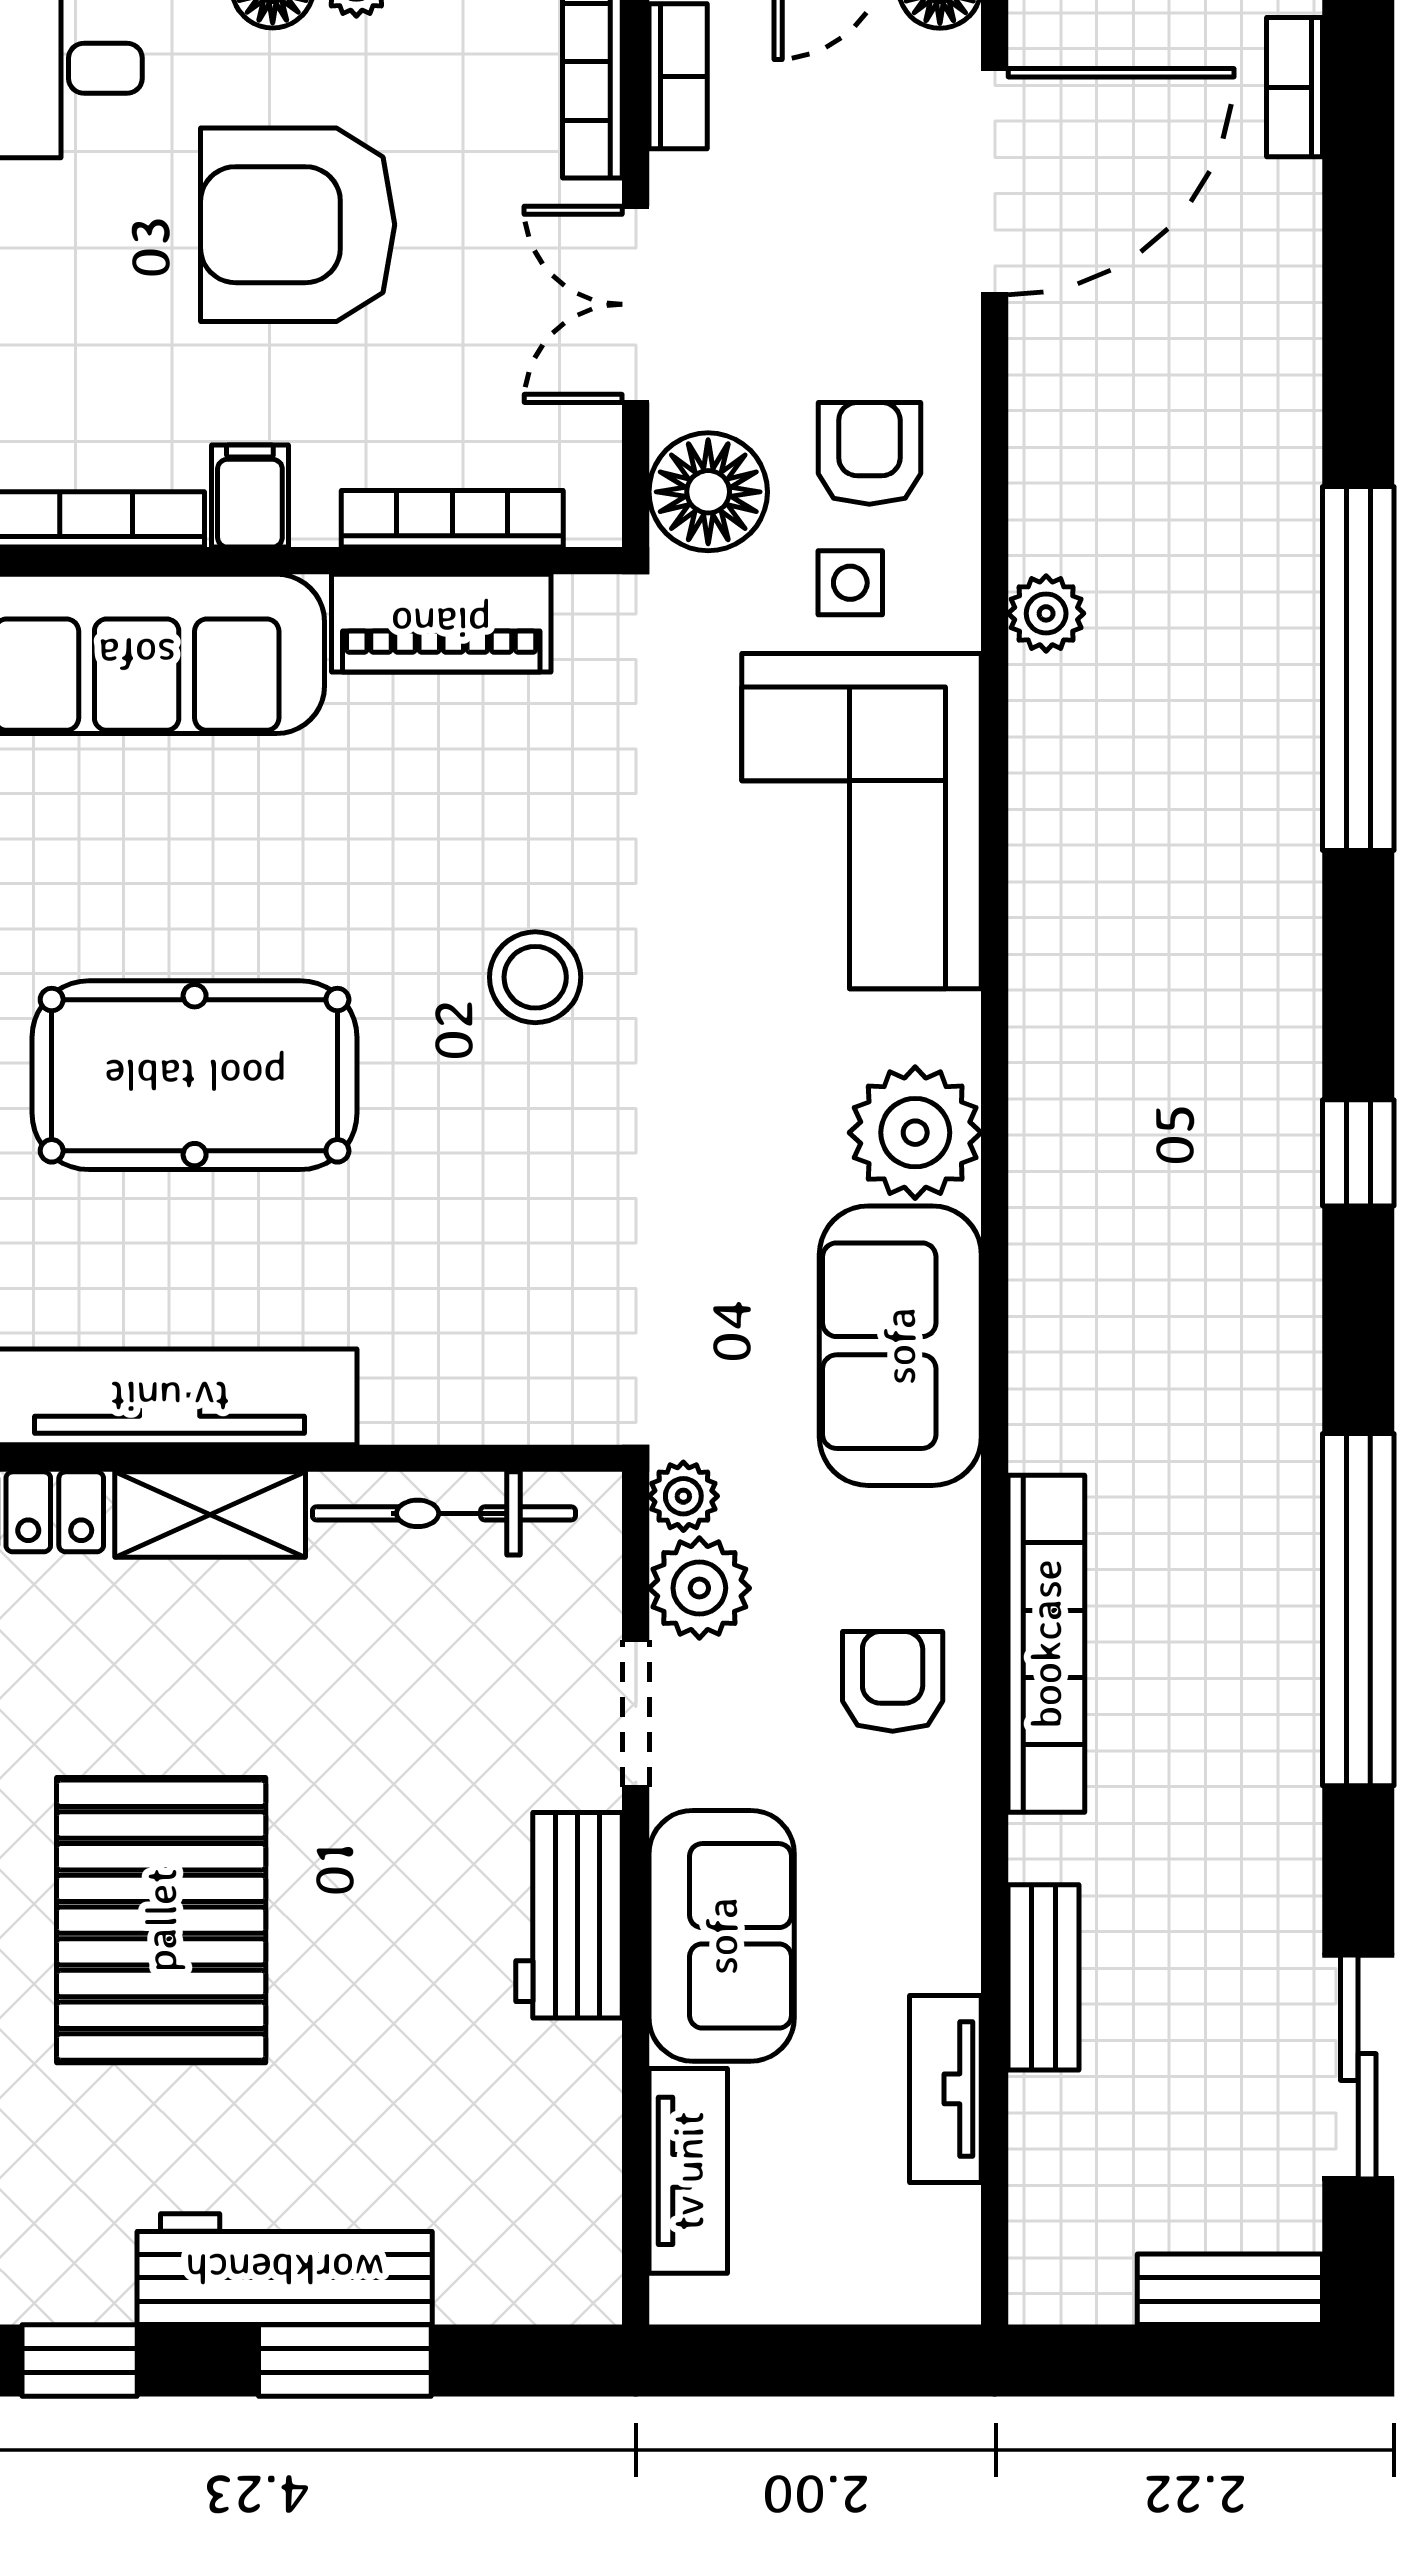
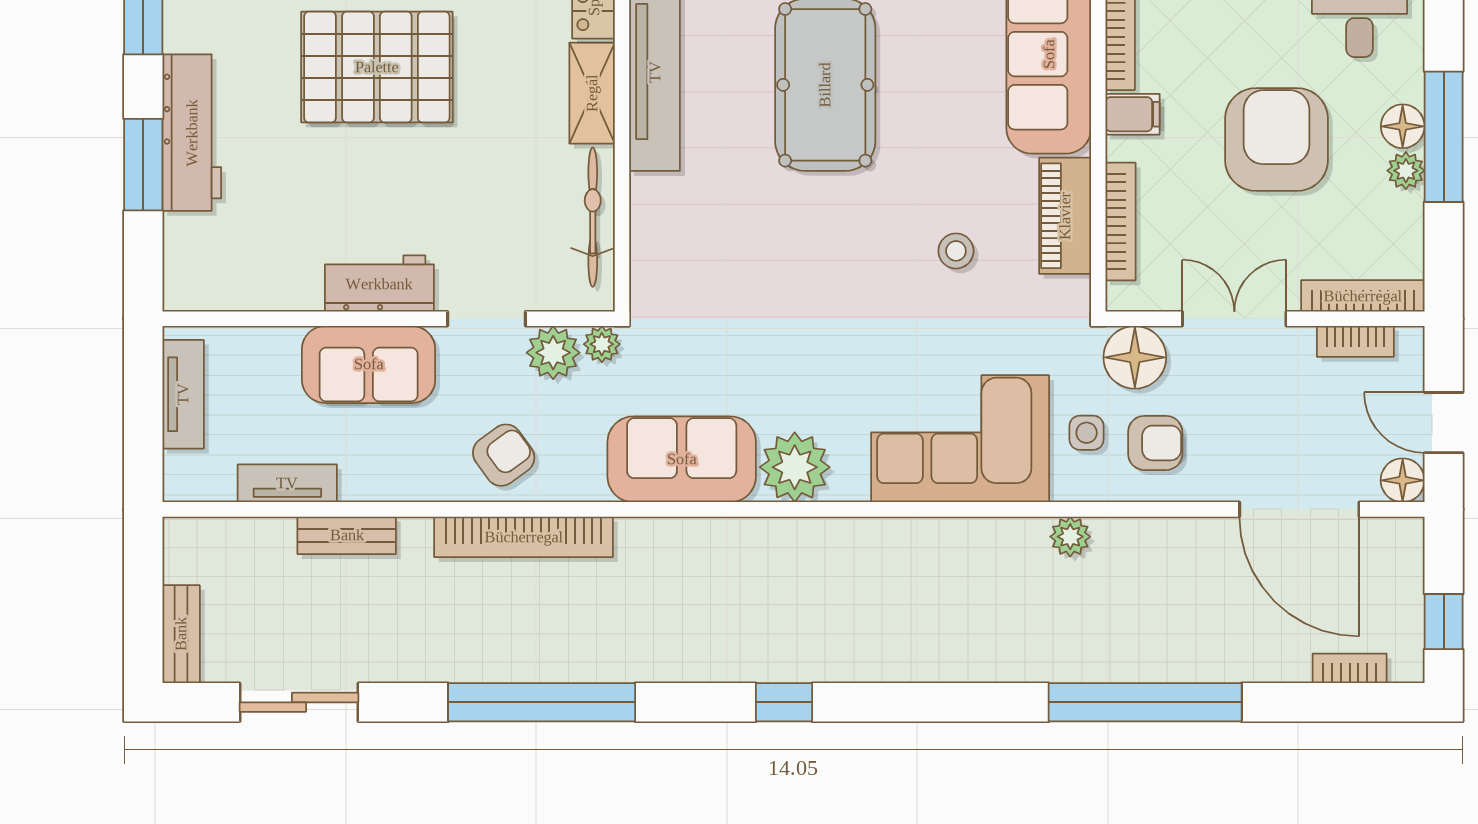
window: (1358, 669) -> (1145, 702), moved
stool: (535, 977) -> (956, 251), moved, width x0.73, depth x0.73
armchair: (893, 1681) -> (504, 455), turned -36
tv unit: (688, 2171) -> (183, 394), moved, turned -90

